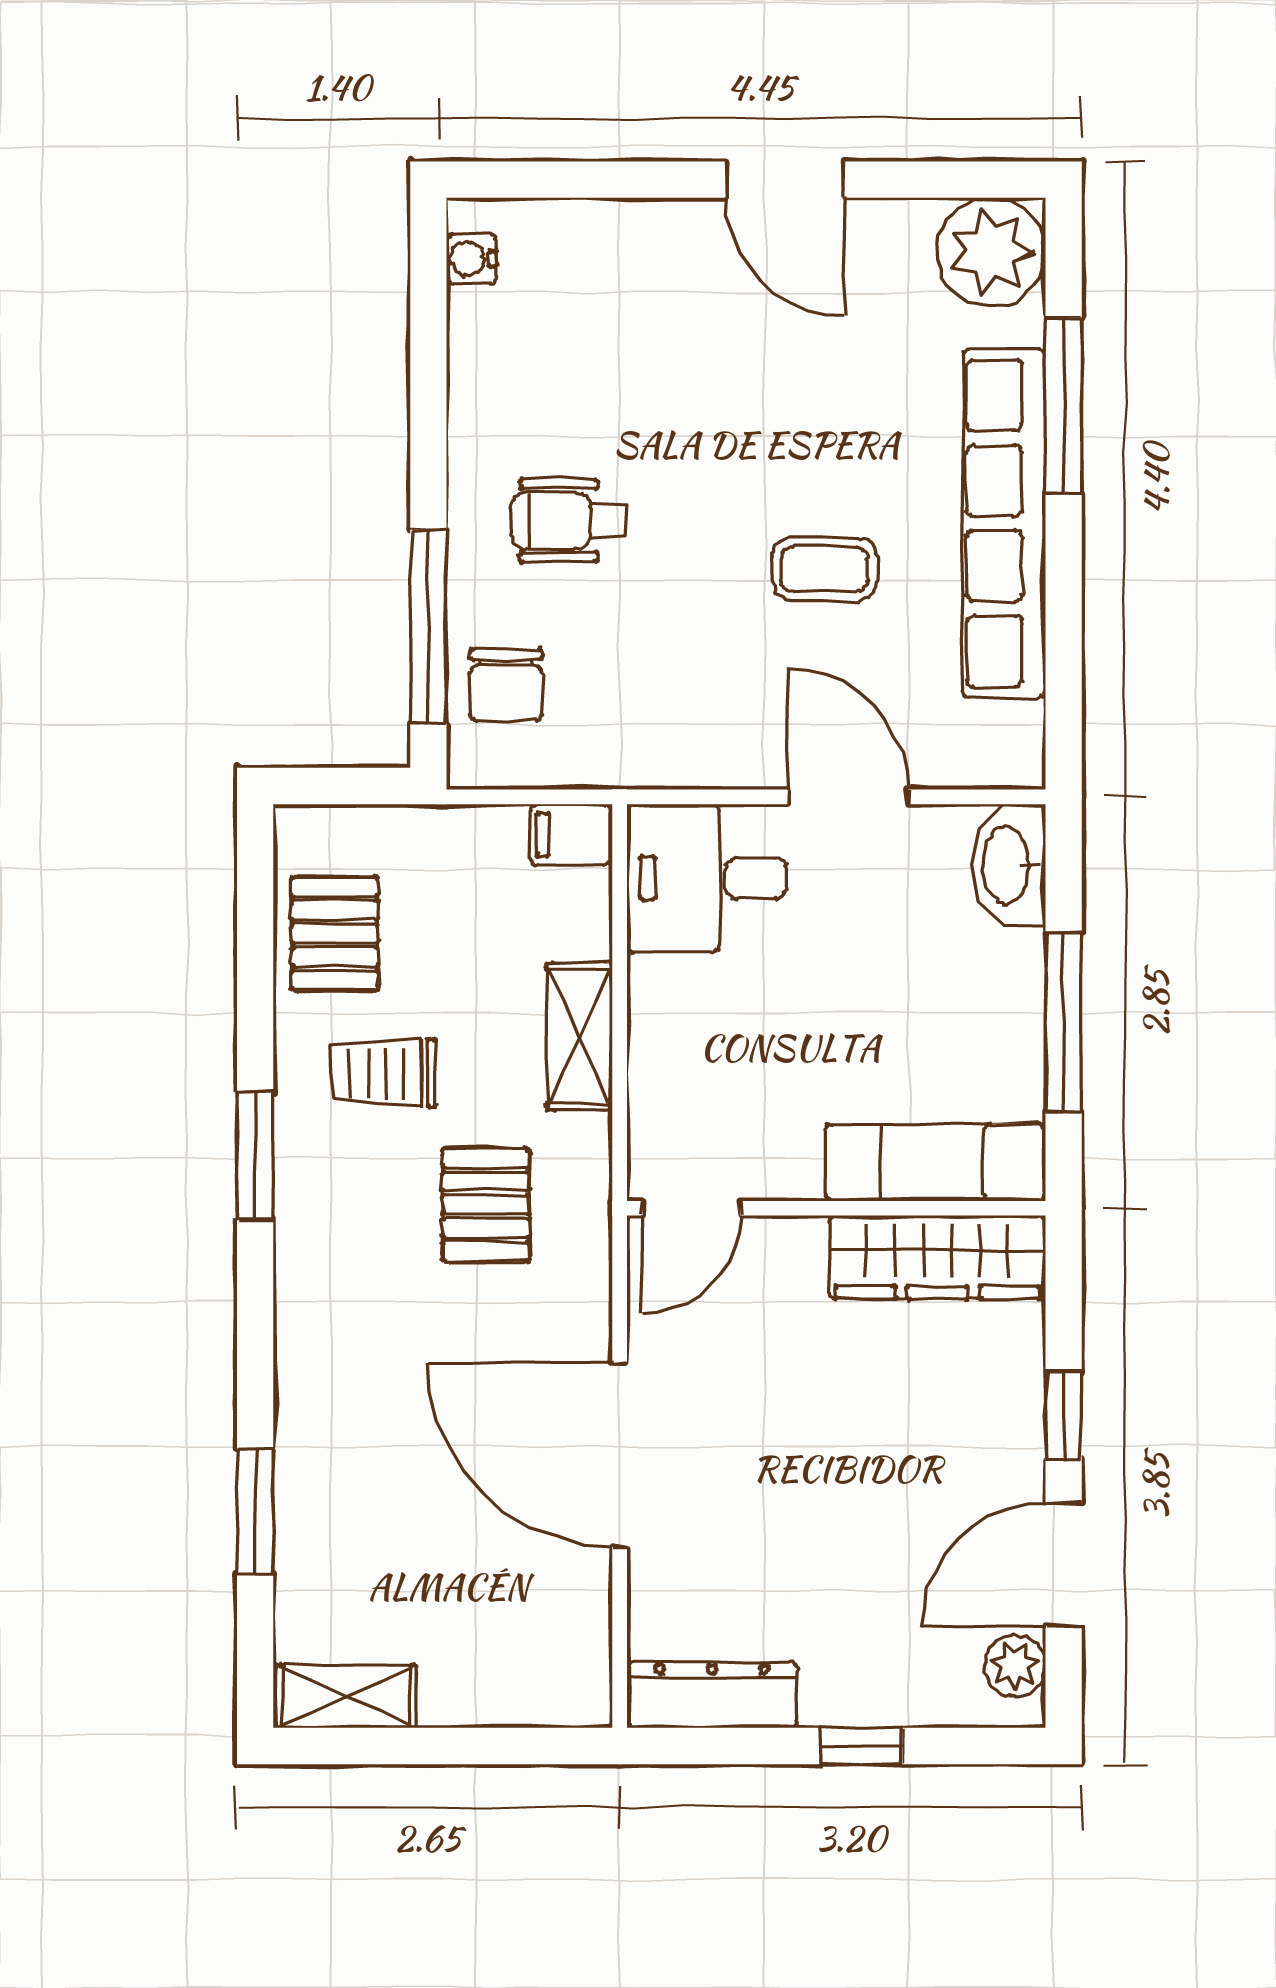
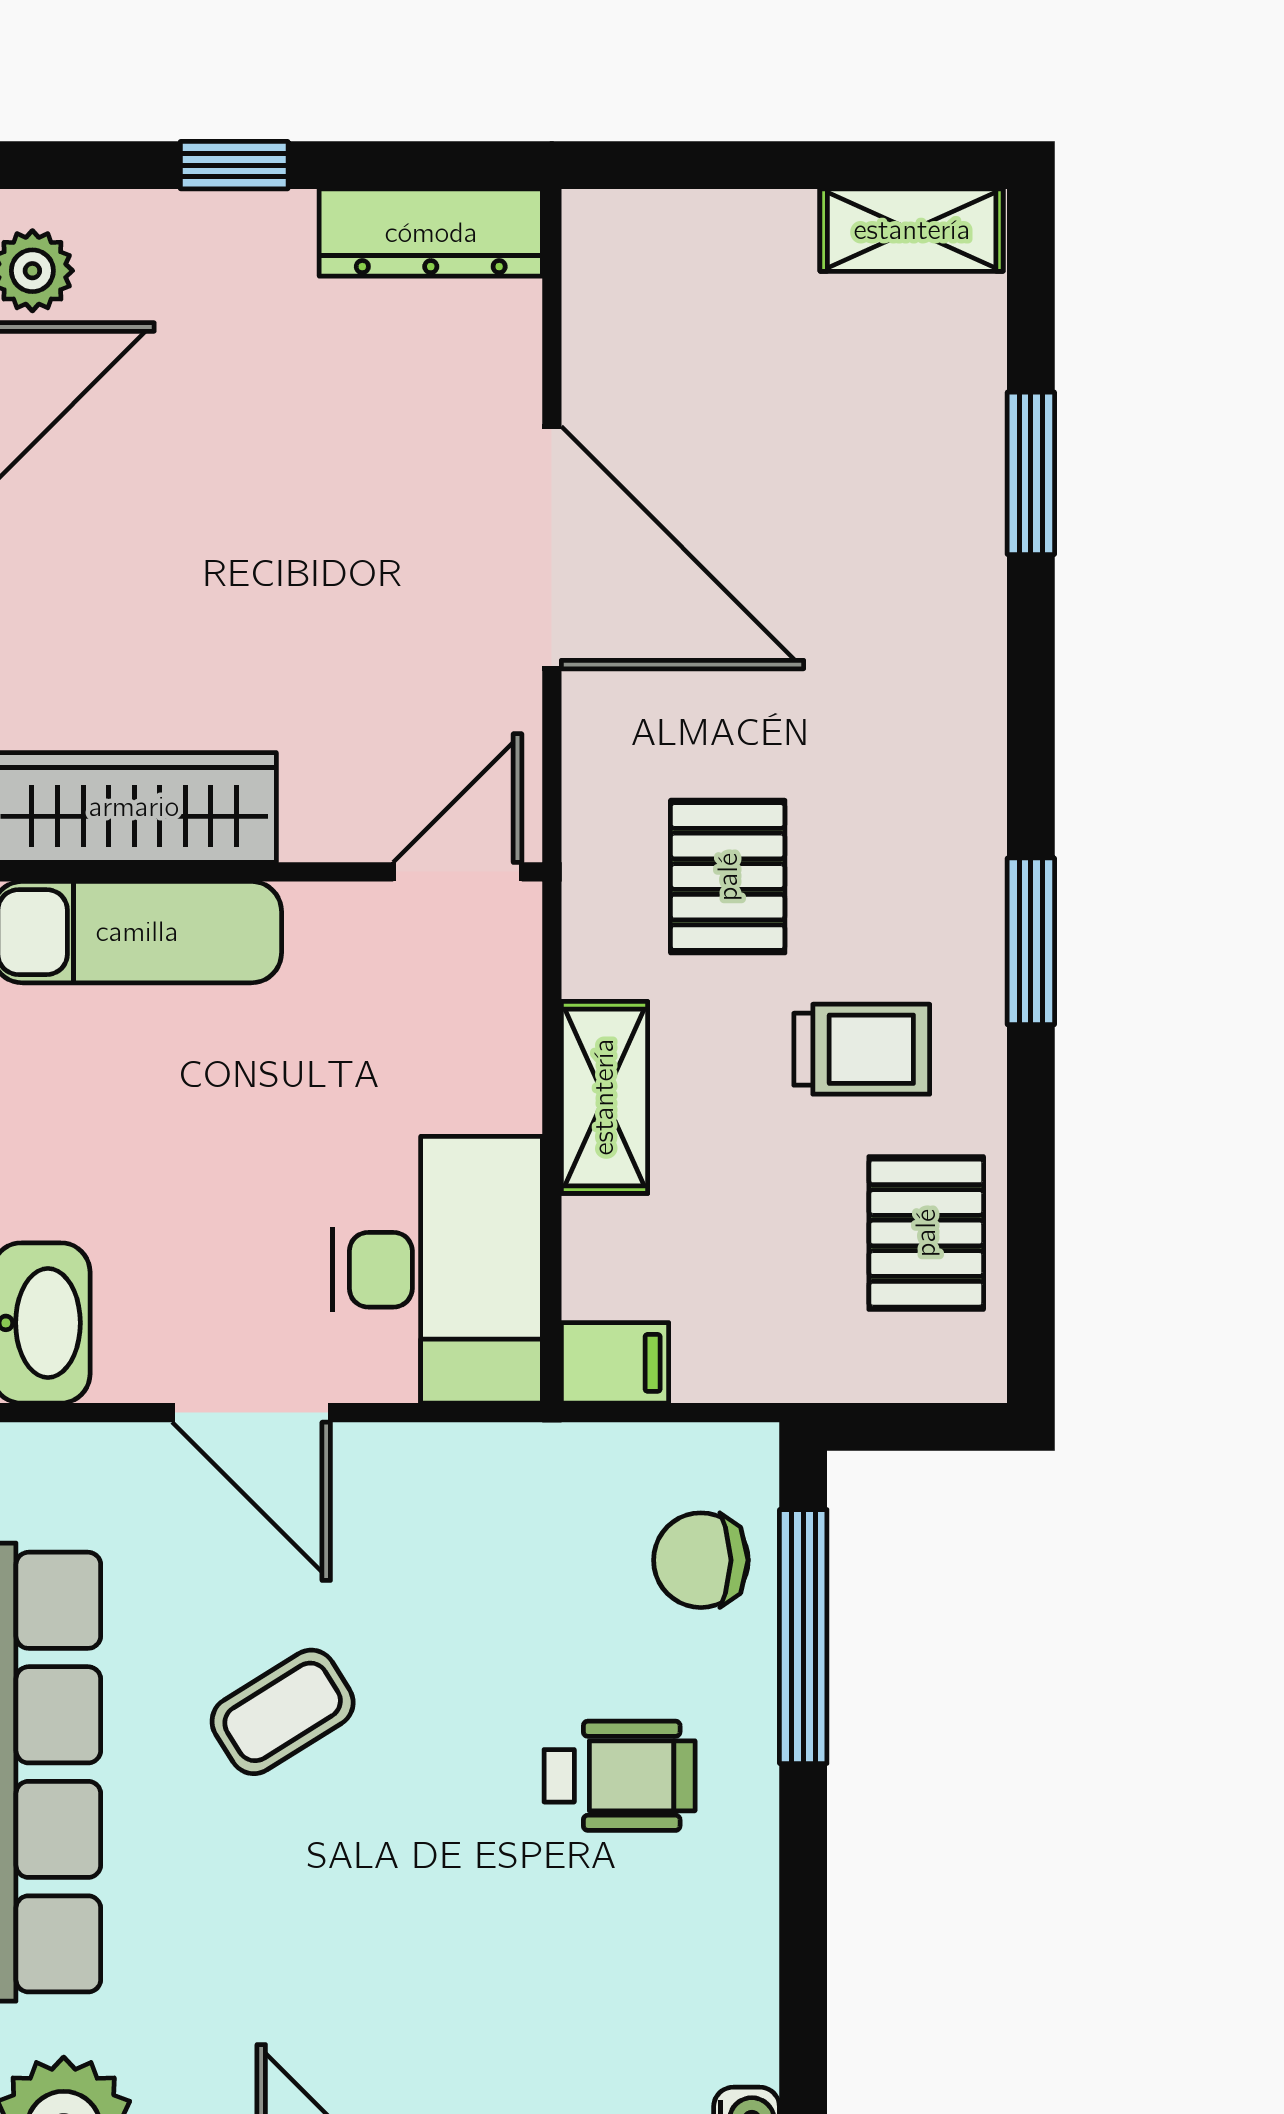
coffee table: (825, 569) -> (283, 1712), turned -32
chair: (506, 685) -> (701, 1560), turned -90
desk: (707, 878) -> (437, 1270), width x1.37

